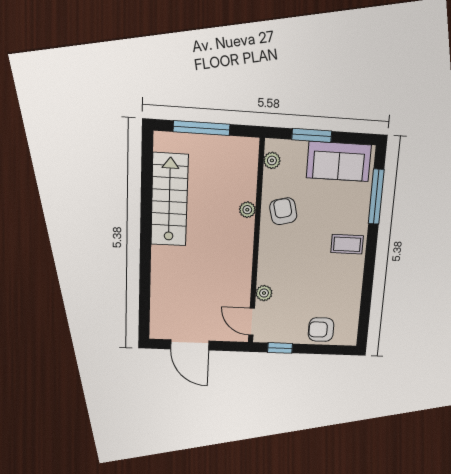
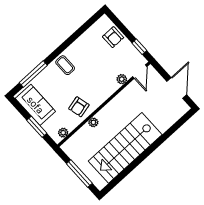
stairs: (170, 200) -> (125, 148), width x1.36, depth x1.51

